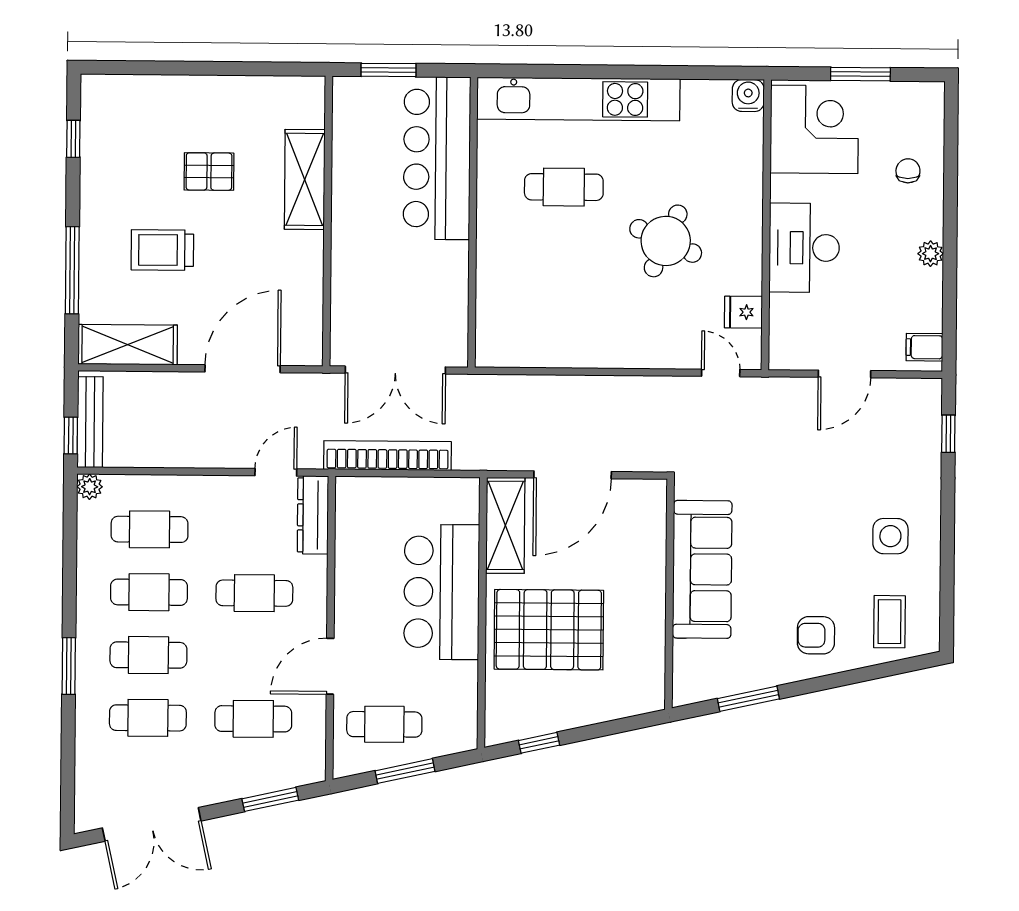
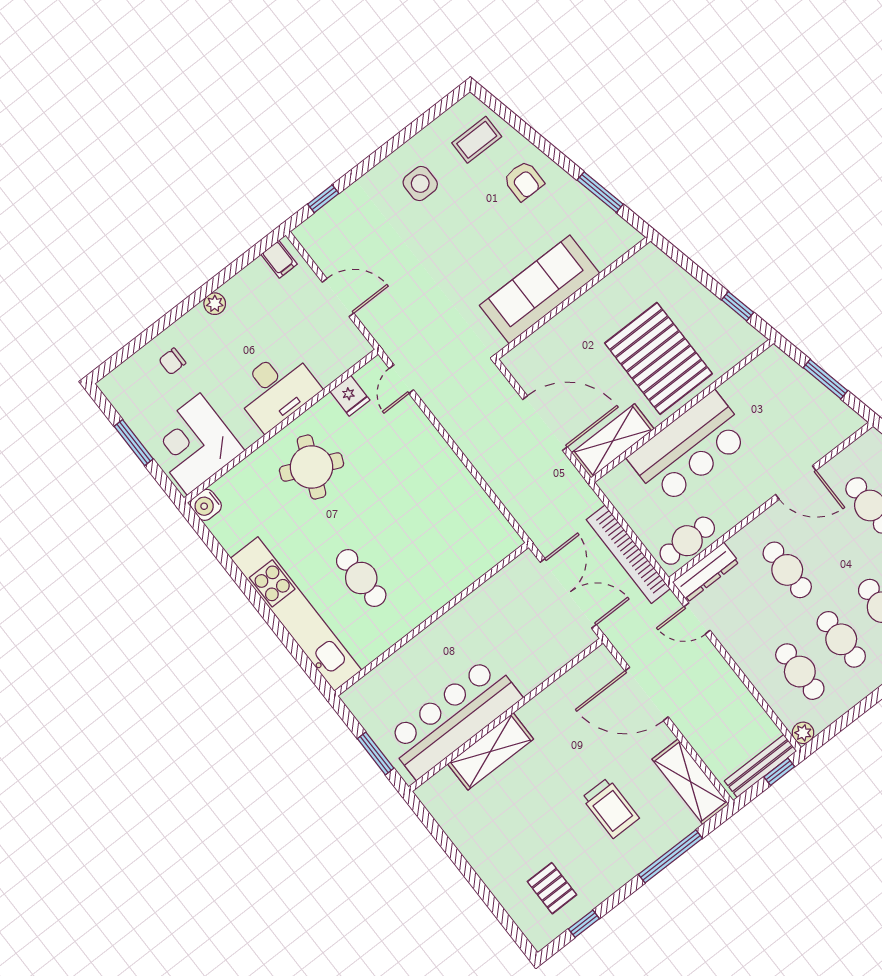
bar counter: (437, 158) -> (453, 718), moved, turned 180
pallet: (209, 172) -> (552, 888), moved
round table: (666, 241) -> (312, 467), moved
cafe table: (384, 724) -> (687, 541), moved, turned 90

